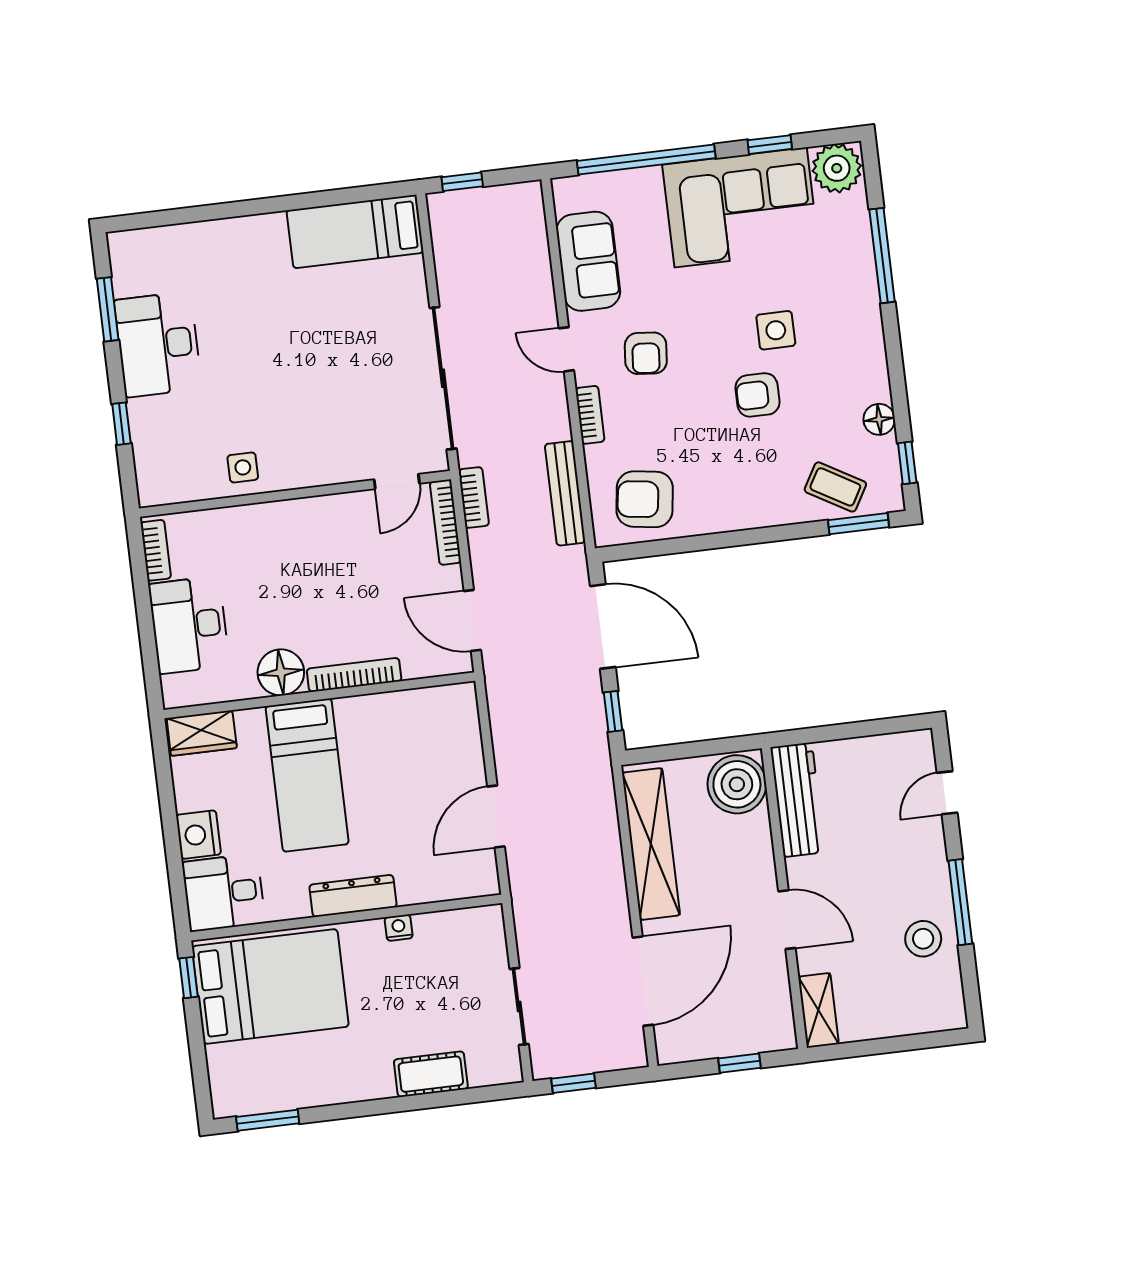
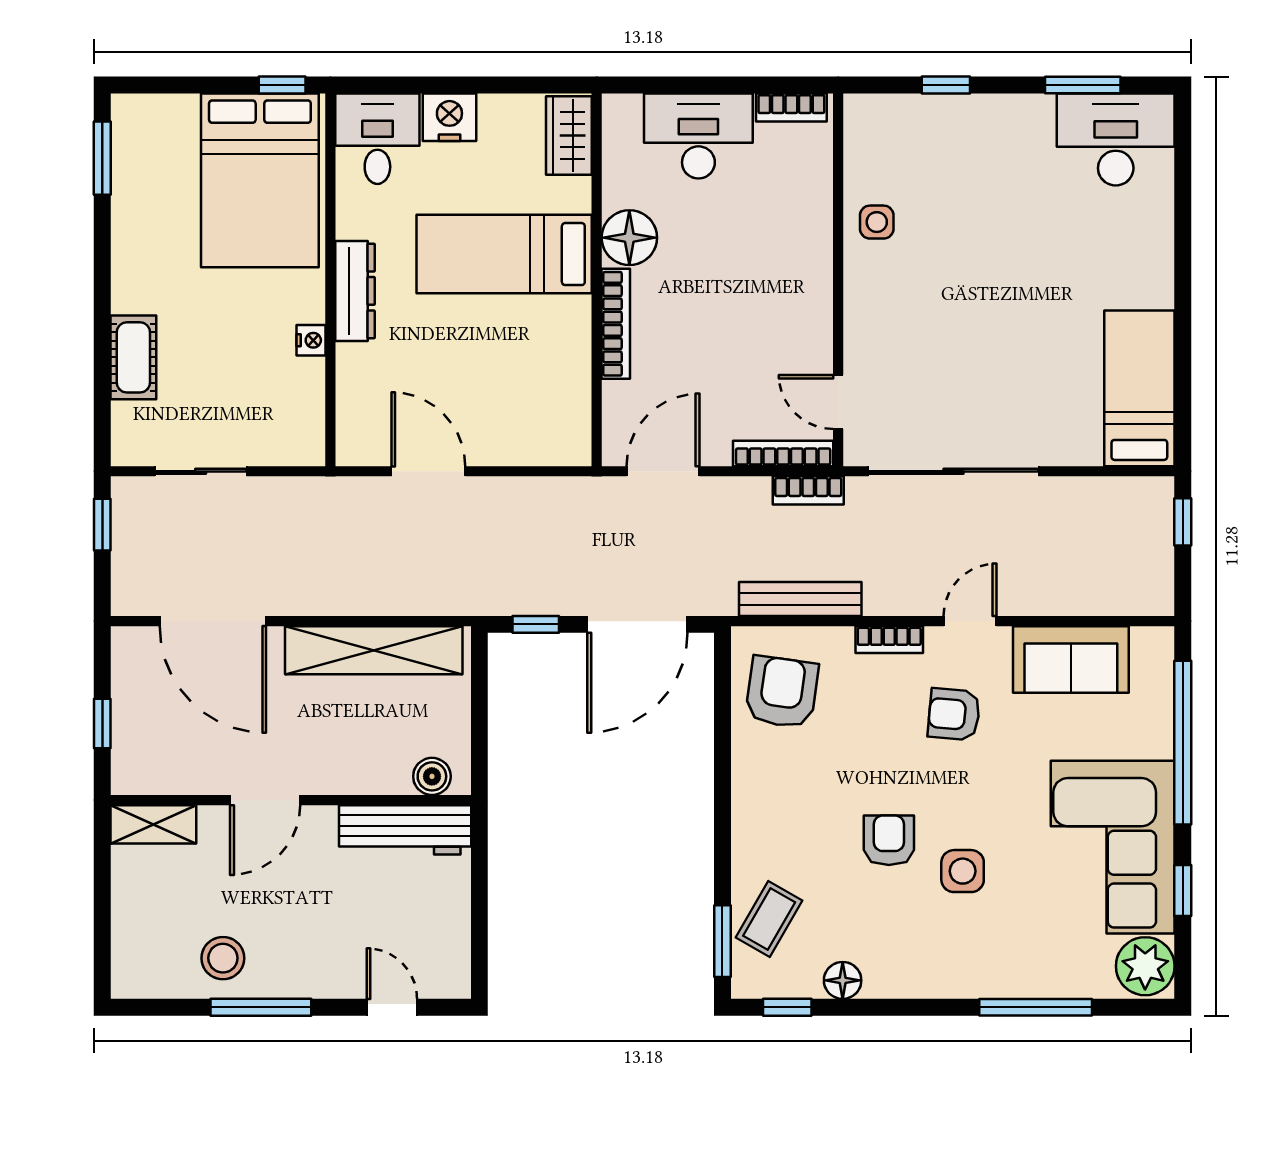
desk: (158, 344) -> (1116, 139), moved
boiler: (737, 784) -> (432, 776), width x0.54, depth x0.54

